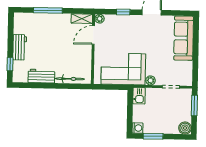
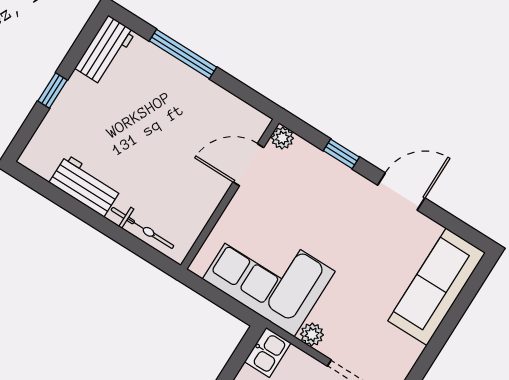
shelving: (82, 19) -> (245, 115), removed
workbench: (20, 47) -> (105, 50), moved
window: (10, 64) -> (53, 90), moved

